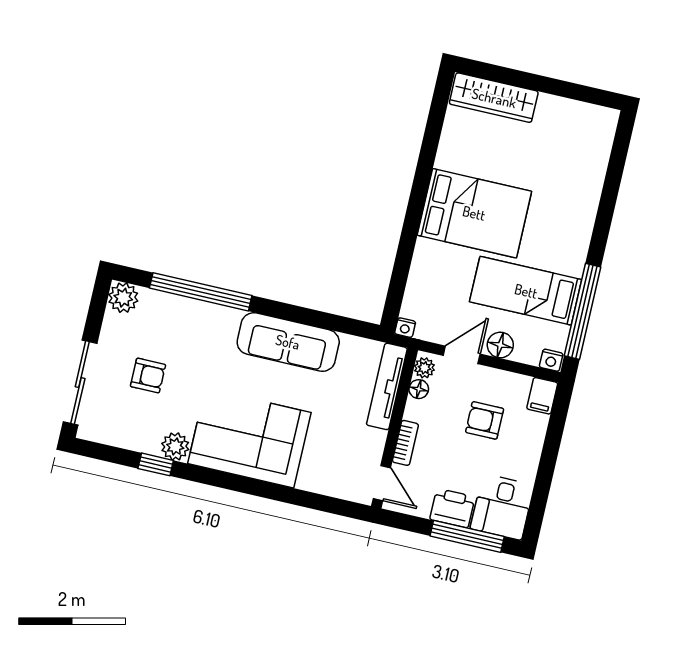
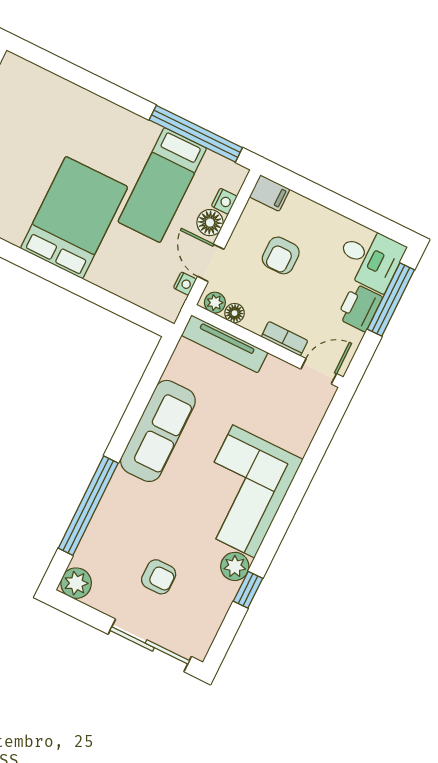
nightstand: (405, 328) -> (185, 284), moved
nightstand: (551, 360) -> (224, 201), moved
armchair: (148, 376) -> (159, 577), turned 90

